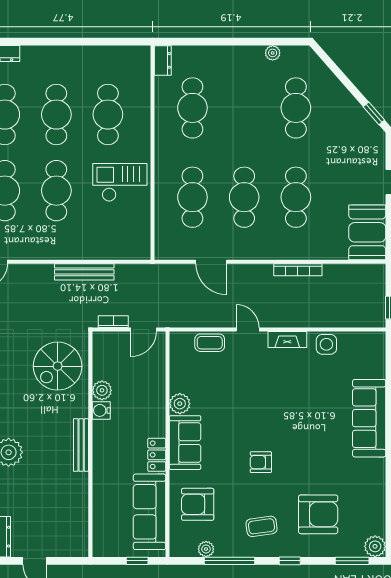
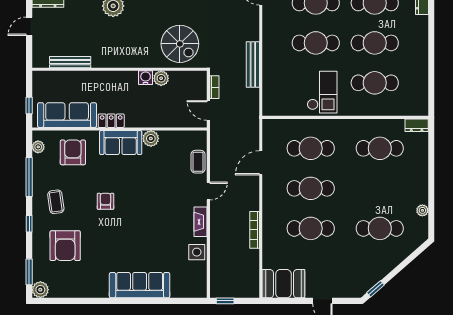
spiral stairs: (58, 366) -> (180, 44), turned 180
bench: (81, 445) -> (70, 62), moved
plant: (206, 549) -> (38, 147), moved

